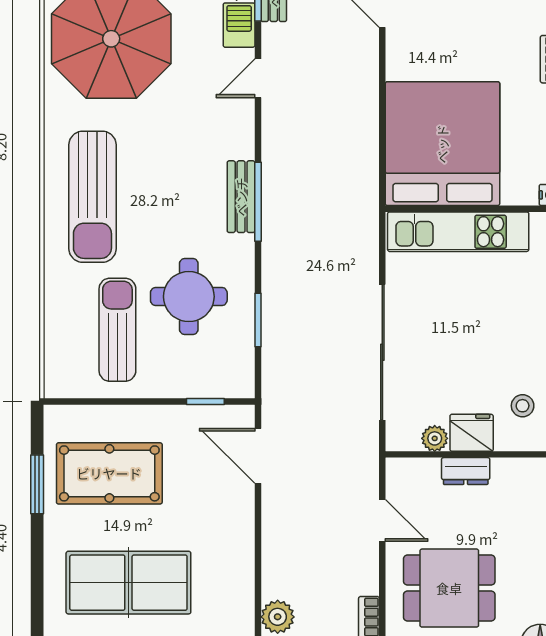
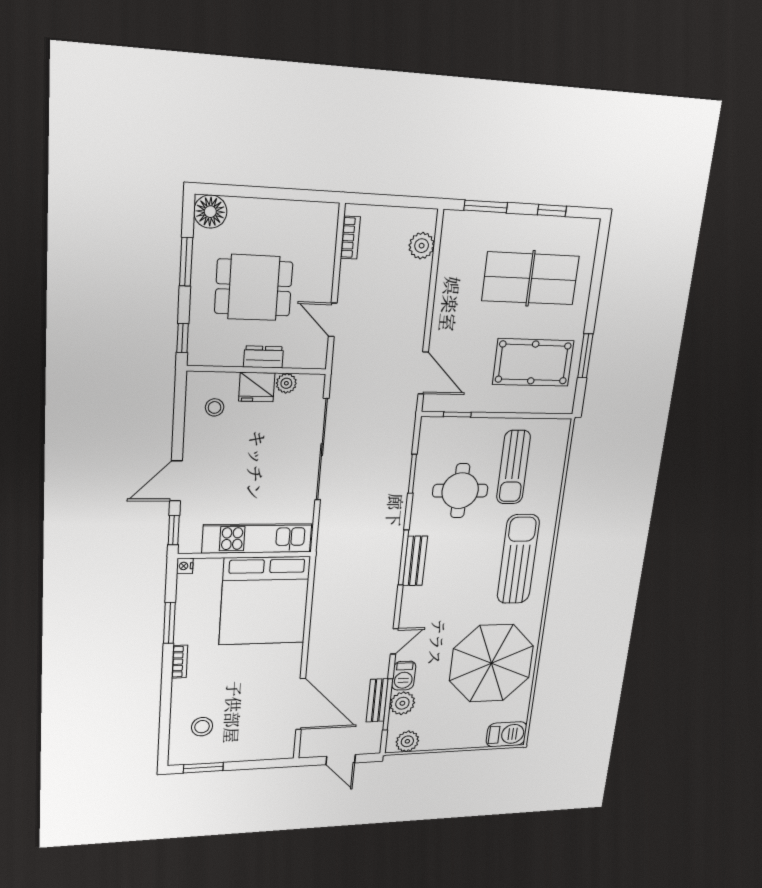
dining table: (449, 588) -> (254, 288), moved

